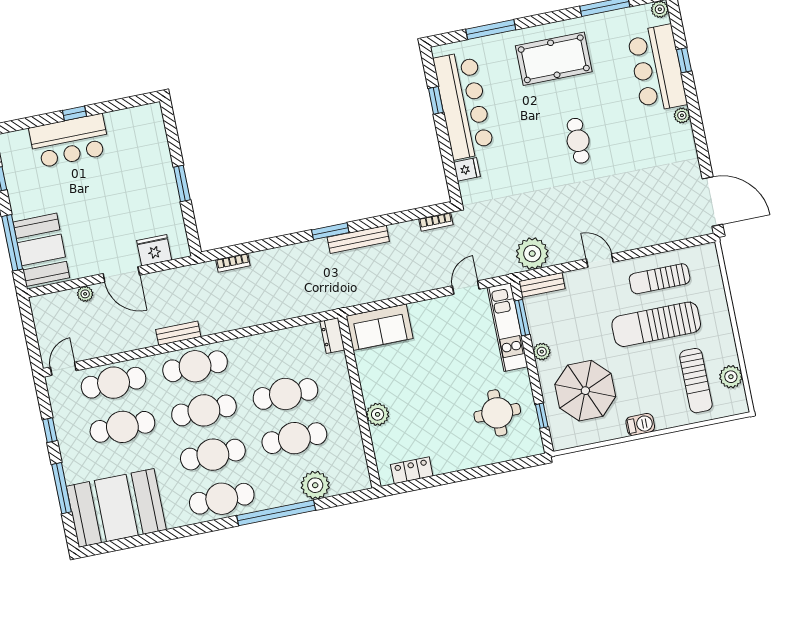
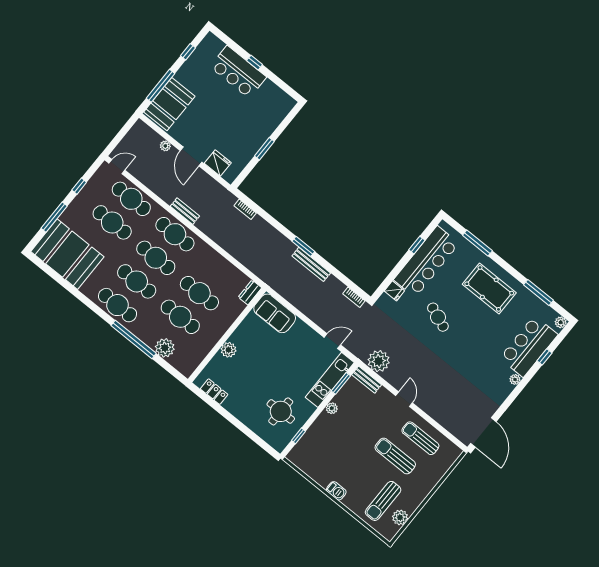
cafe table: (578, 141) -> (438, 317), moved, turned -68
sun lounger: (656, 324) -> (395, 456), width x0.73, depth x0.75
parasol: (585, 391) -> (330, 448), removed

